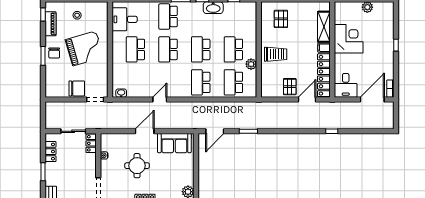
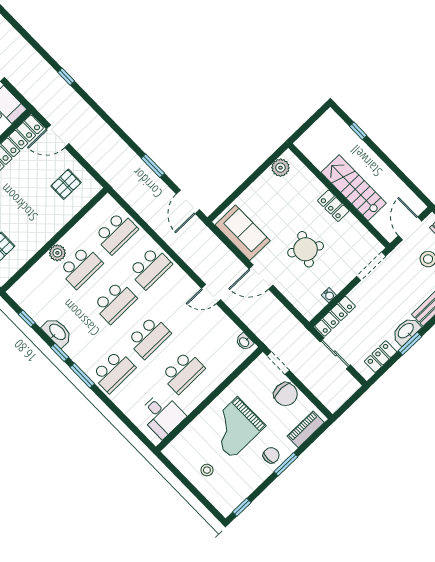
piano: (51, 24) -> (306, 429), moved
grand piano: (84, 48) -> (235, 428), turned -74
trolley: (276, 54) -> (42, 217), removed
plant: (251, 64) -> (57, 253), moved
pallet: (290, 87) -> (66, 184), moved
chair: (77, 88) -> (286, 394), turned 180
door: (215, 131) -> (188, 202), swing flipped
locker: (91, 143) -> (335, 316), width x1.53
round table: (137, 166) -> (306, 249), turned 30
washbasin: (51, 176) -> (406, 331), added

